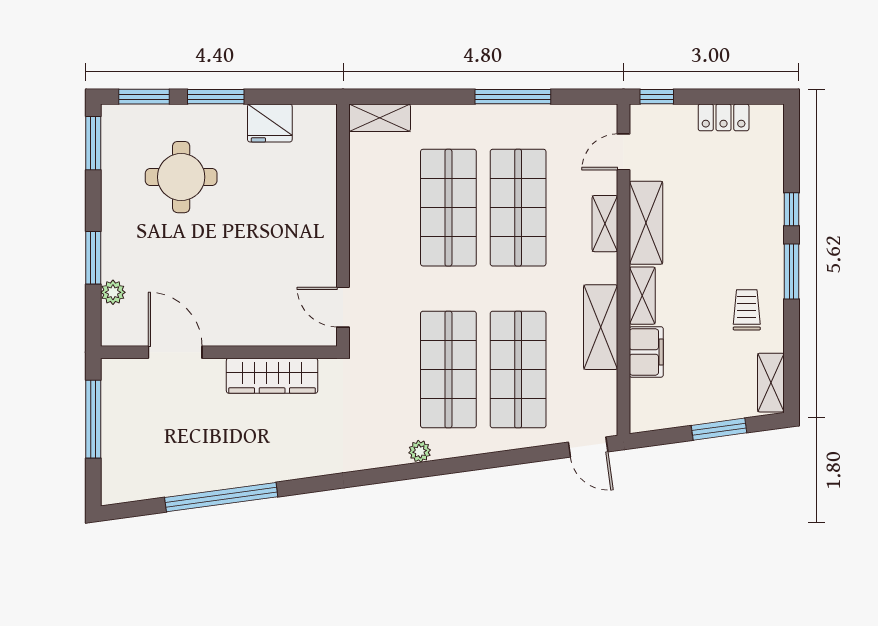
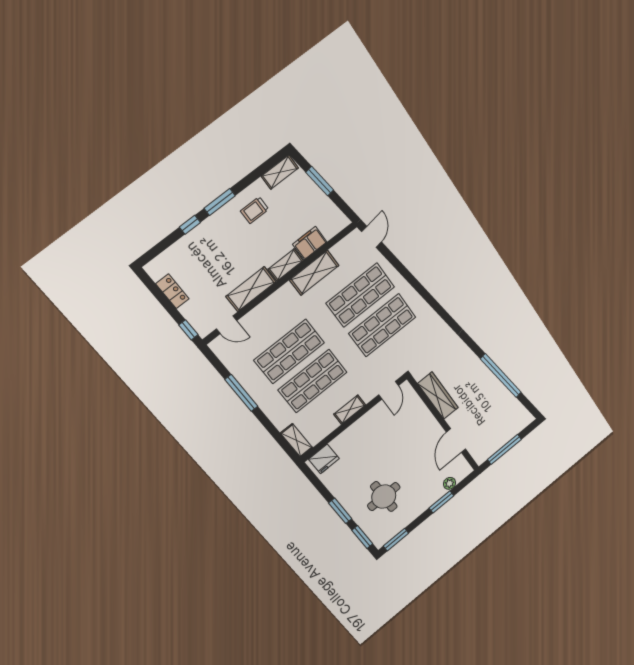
fridge: (270, 123) -> (324, 459), moved, turned 90
shelving: (605, 224) -> (350, 410), moved
plant: (420, 451) -> (426, 310), removed

